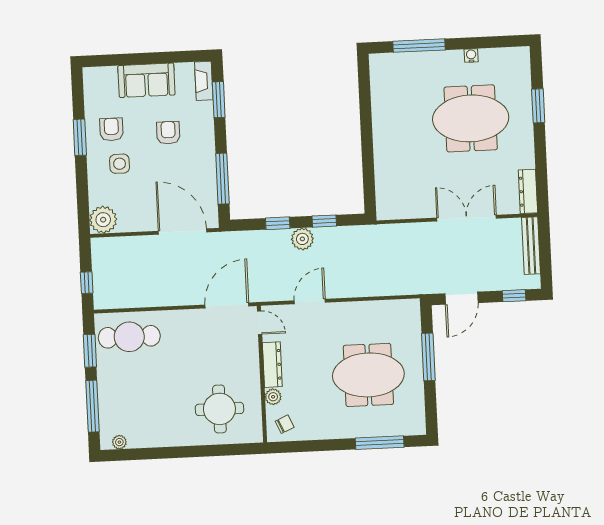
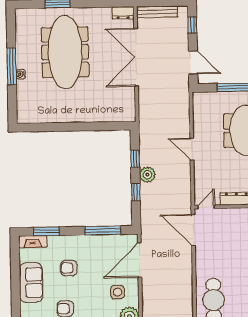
window: (419, 46) -> (12, 66), moved
water cooler: (471, 55) -> (21, 74), moved
meeting table: (471, 118) -> (65, 52), width x1.36
side table: (120, 164) -> (118, 292), moved
dresser: (528, 191) -> (123, 13), width x0.70
double door: (467, 218) -> (136, 57), width x1.36
door: (310, 302) -> (192, 149), moved

